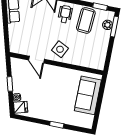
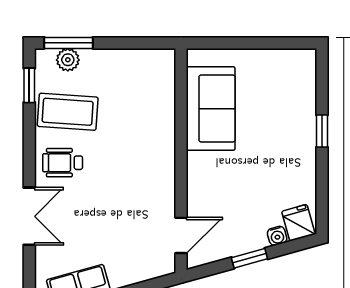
side table: (60, 49) -> (146, 158), removed
door: (36, 60) -> (181, 235), moved
sofa: (88, 95) -> (211, 109), moved, turned -90

